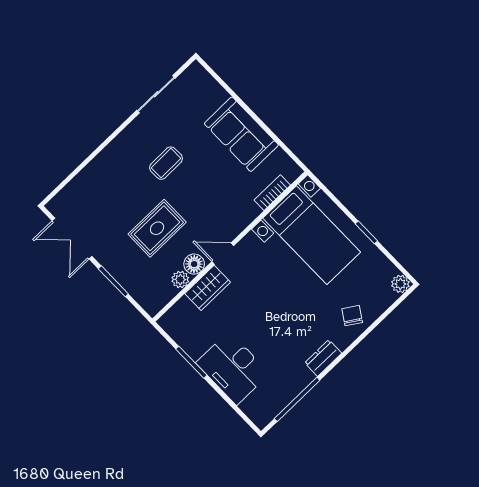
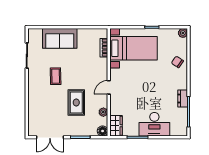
sofa: (241, 134) -> (60, 38), moved
floor lamp: (194, 264) -> (103, 131), moved
wardrobe: (208, 288) -> (116, 126), moved
dresser: (323, 358) -> (183, 99), moved

